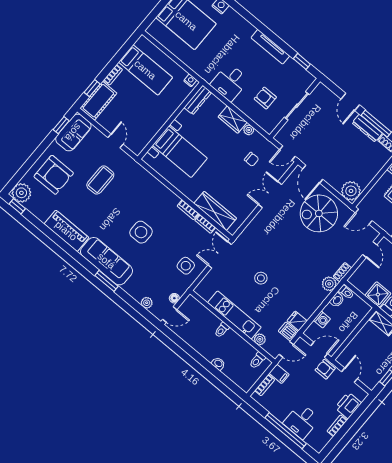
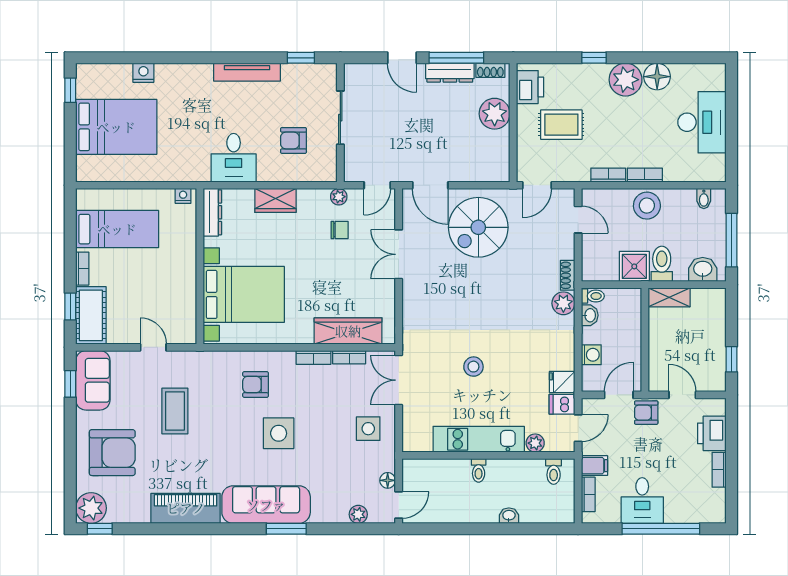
plant: (249, 130) -> (339, 197), moved
bed with nightstands: (180, 152) -> (244, 294), width x1.36
plant: (351, 191) -> (495, 114), moved
armchair: (149, 200) -> (256, 385), added
desk: (301, 421) -> (642, 501), moved

